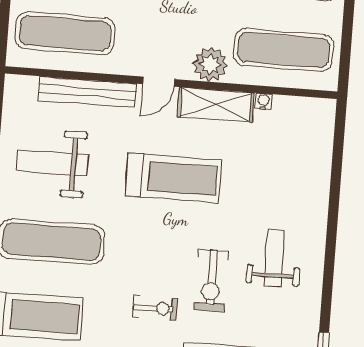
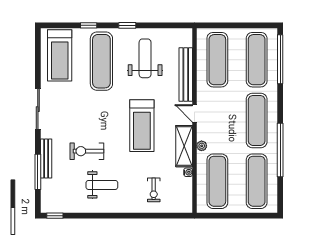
plant: (210, 64) -> (202, 146), width x0.53, depth x0.53
exercise bike: (155, 308) -> (154, 190), moved

